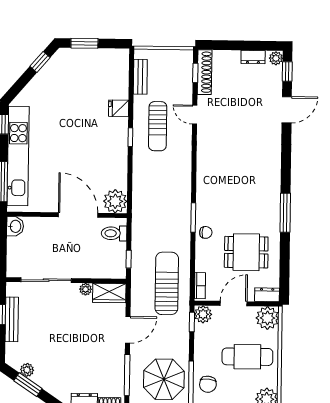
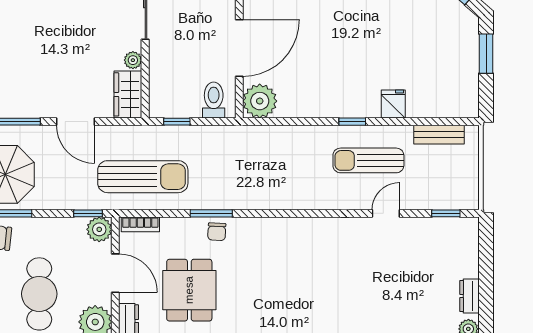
shoe rack: (205, 72) -> (447, 227), removed
window: (193, 217) -> (211, 213), moved

